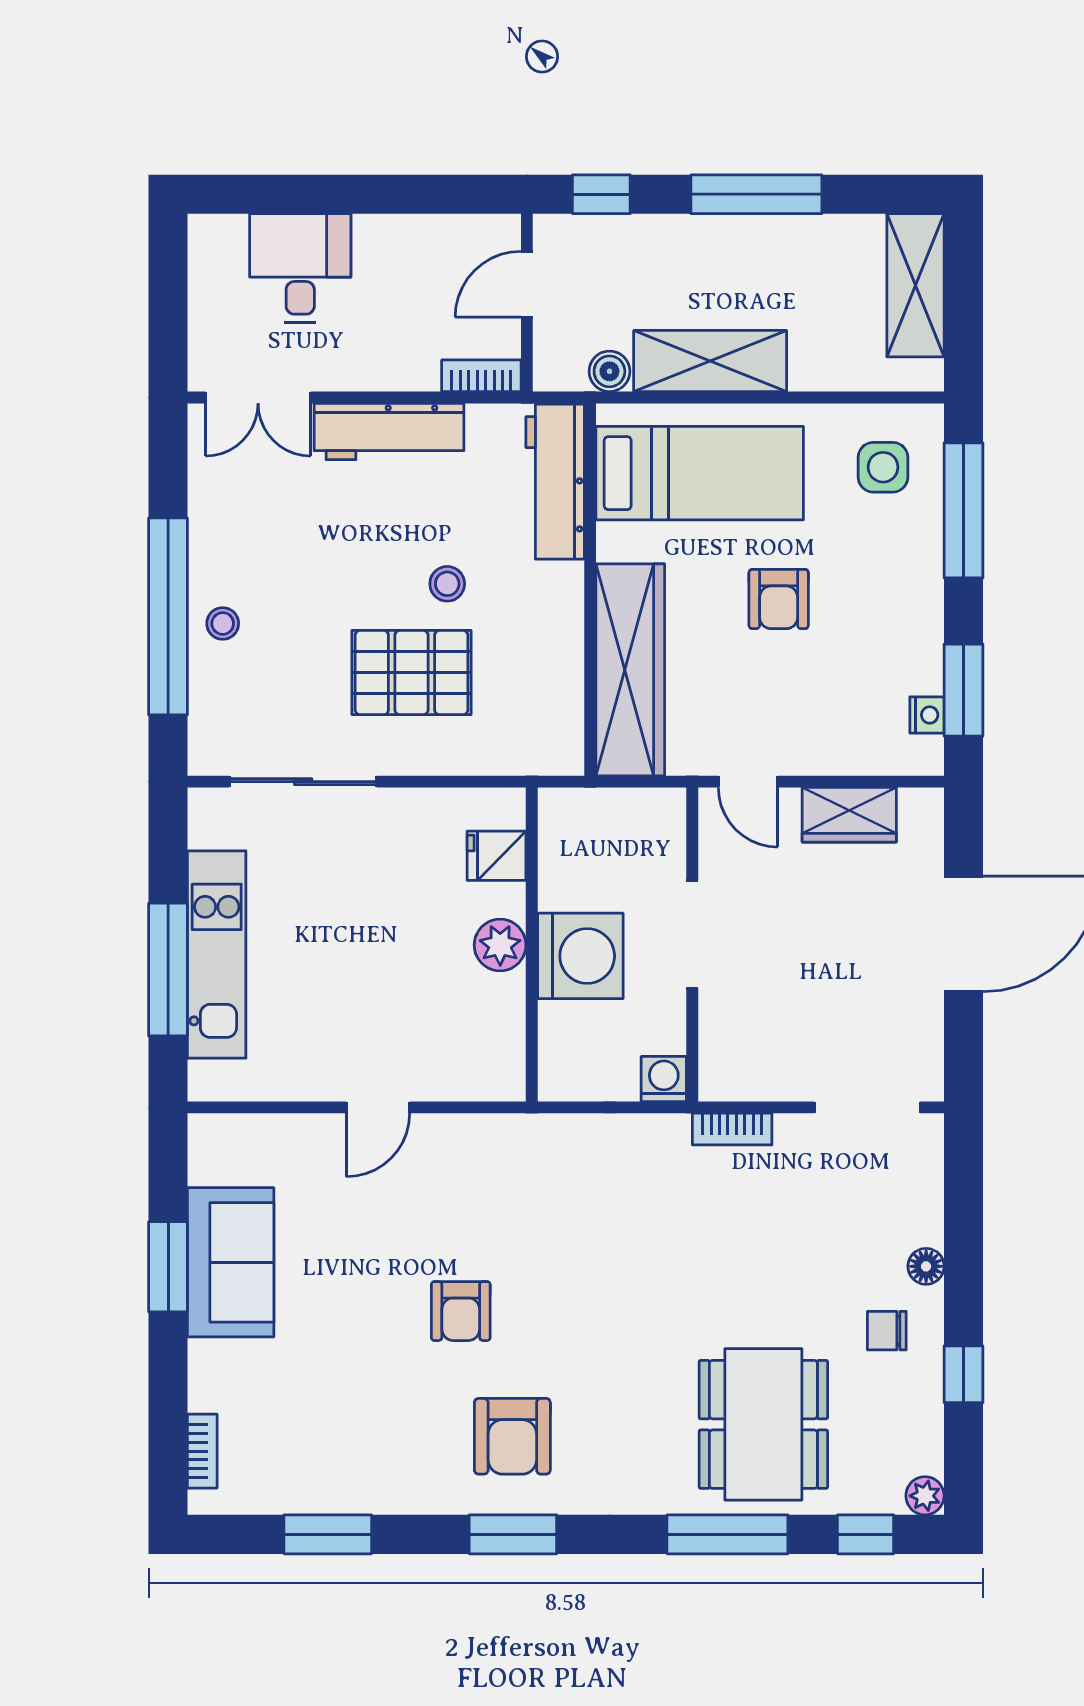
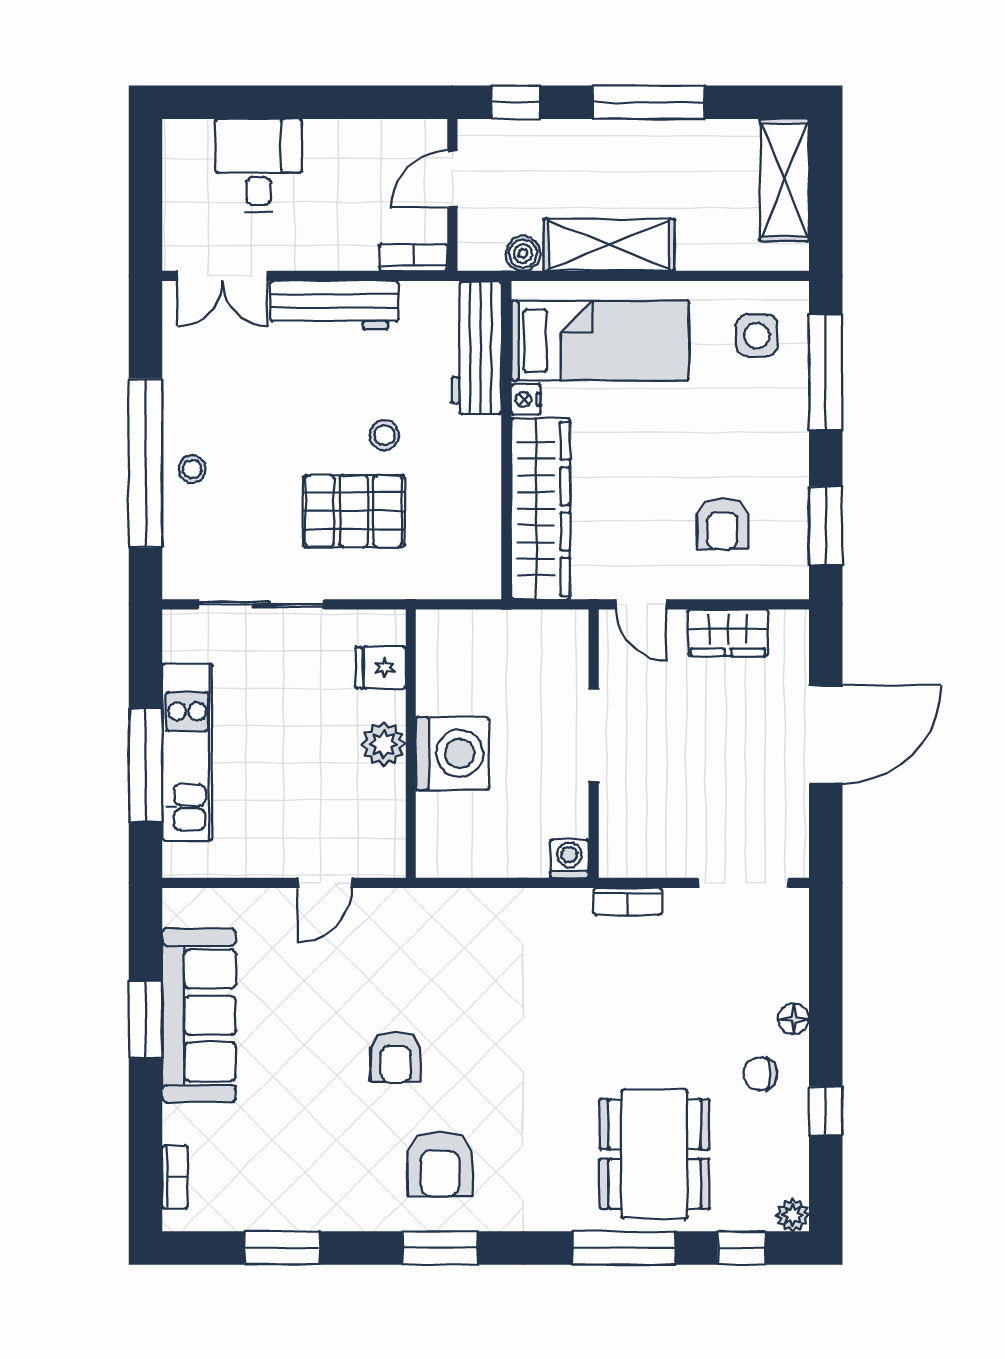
armchair: (779, 599) -> (722, 524), moved
nightstand: (927, 715) -> (526, 399), moved, turned 180
fridge: (497, 856) -> (381, 668), moved
plant: (500, 945) -> (384, 744), moved
wall: (532, 945) -> (411, 744), moved
washing machine: (580, 956) -> (452, 753), moved
sofa: (231, 1262) -> (199, 1015), width x1.36

